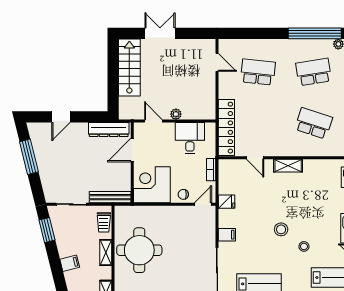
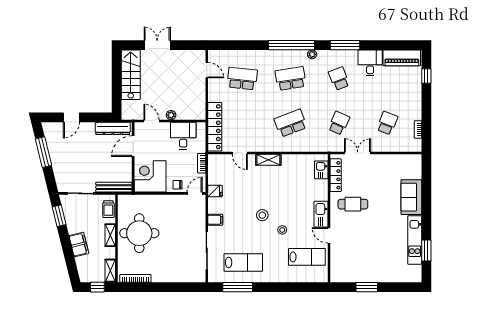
school desk: (314, 123) -> (291, 123), turned -39
filing cabinet: (70, 263) -> (79, 245), width x2.00

